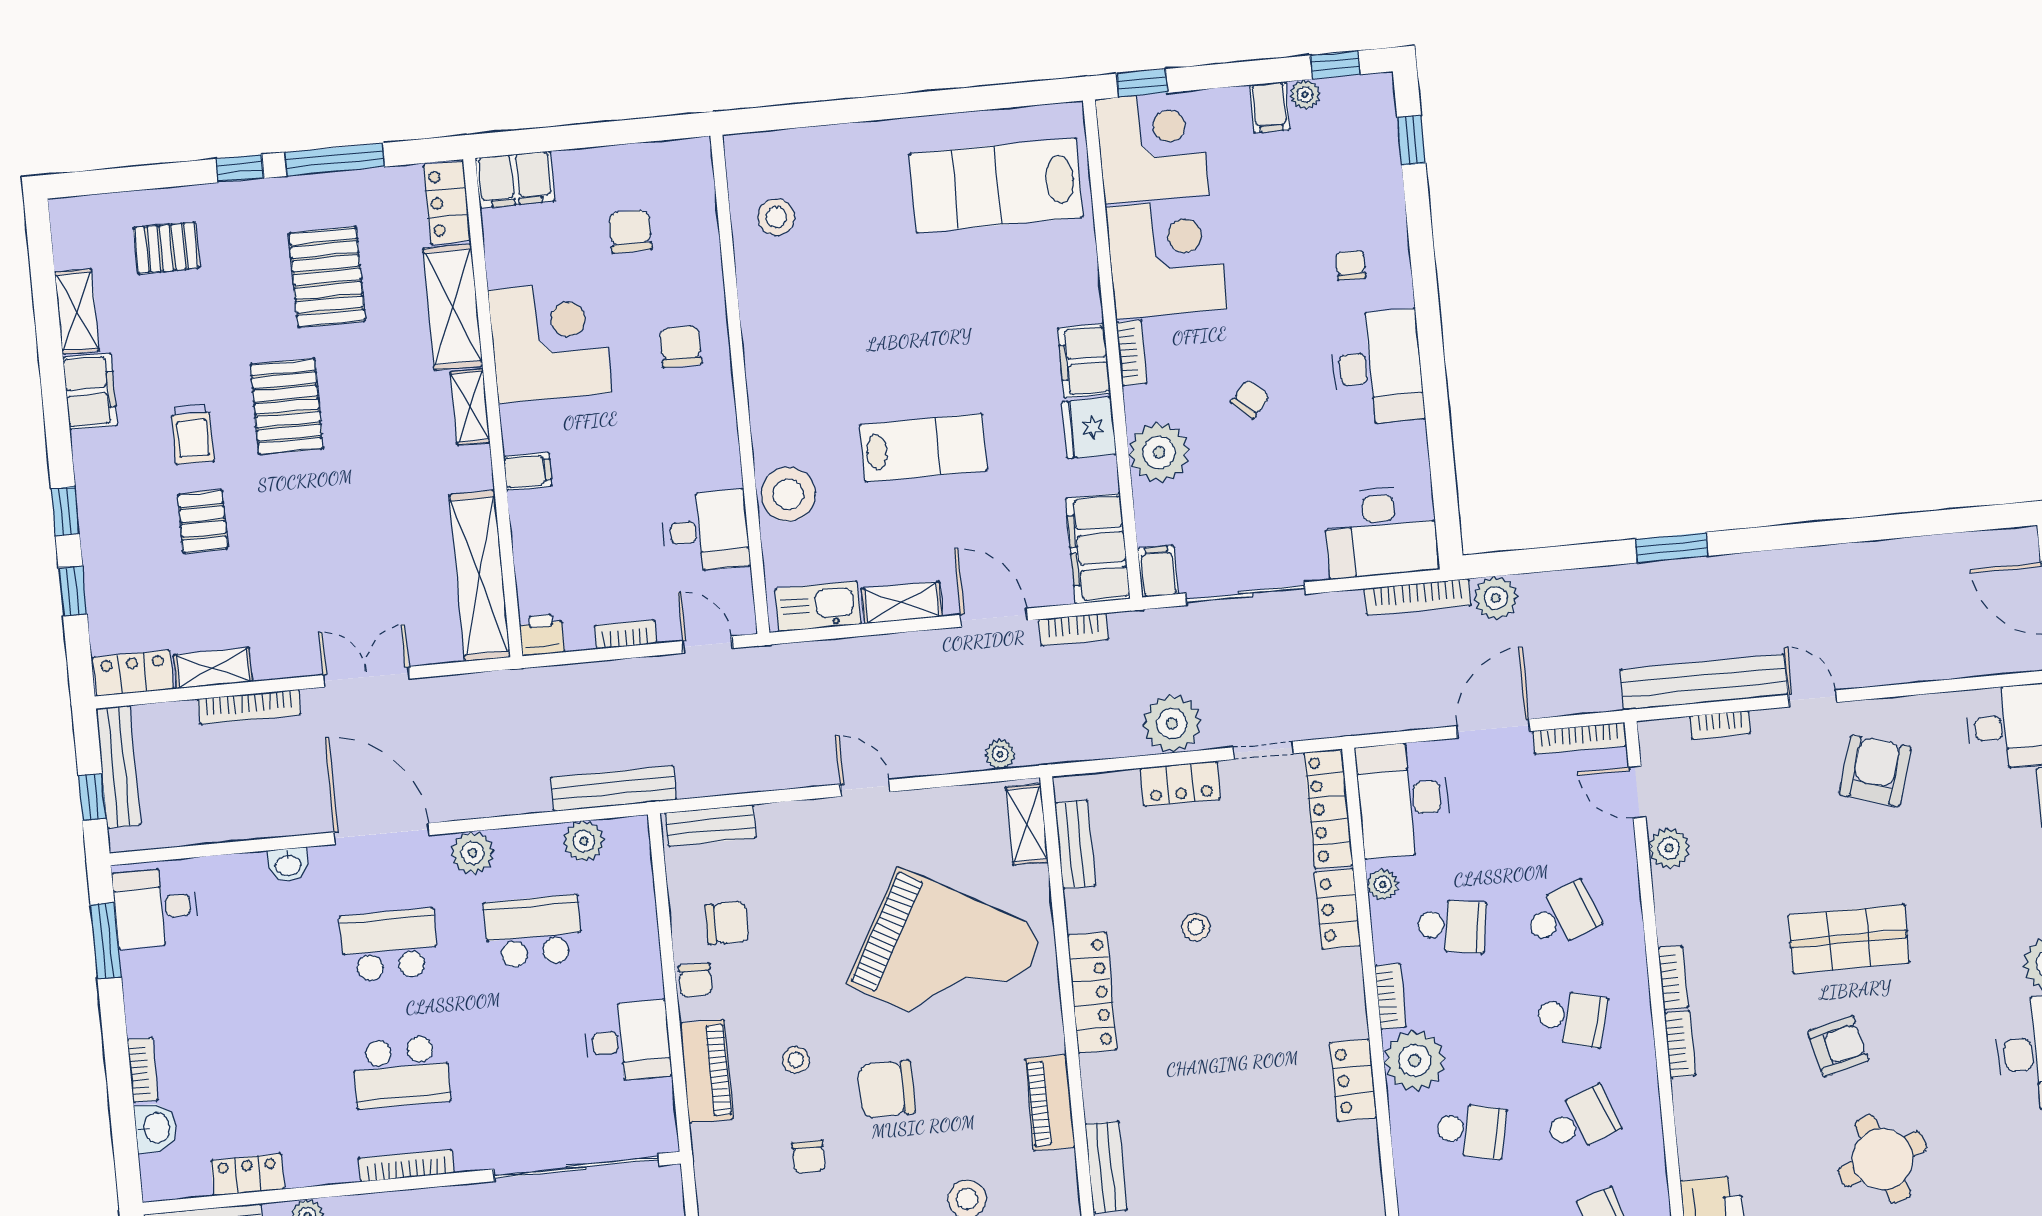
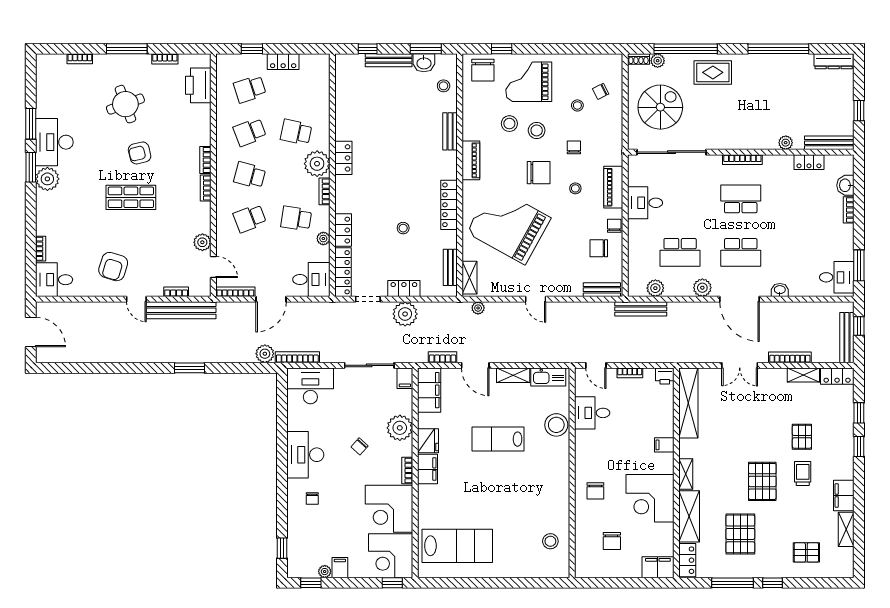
desk: (1403, 800) -> (311, 280), width x0.73
stool: (901, 1189) -> (537, 130), added

